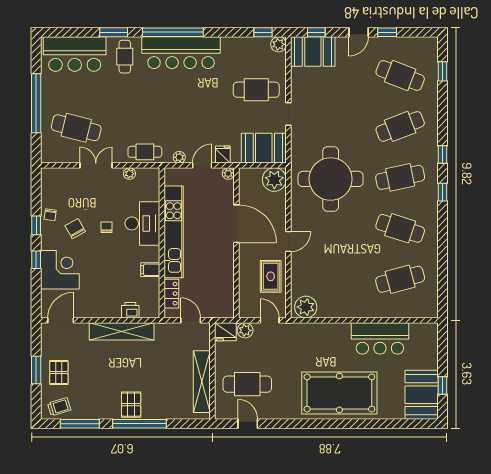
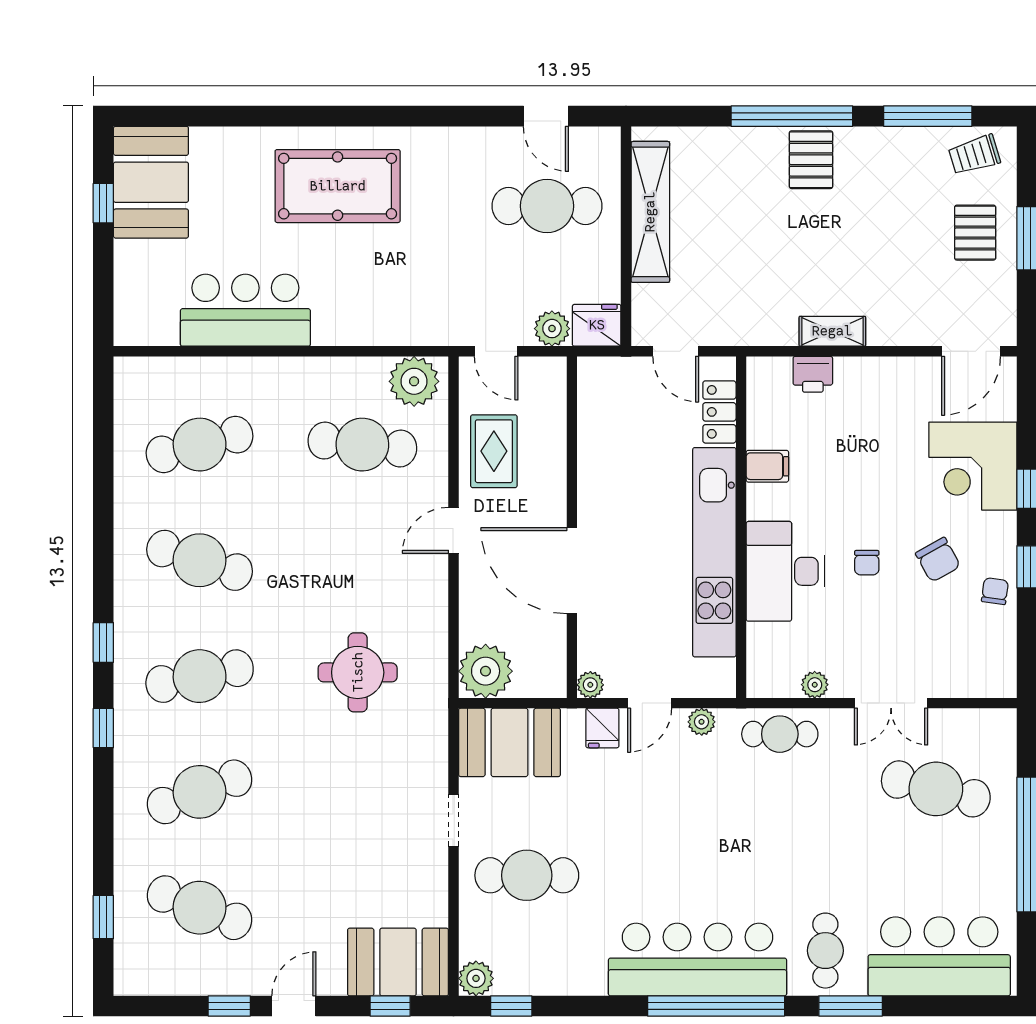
round table: (331, 179) -> (358, 672), width x0.54, depth x0.54
cafe table: (328, 279) -> (362, 445), added
shelving: (122, 331) -> (832, 331), width x0.45, depth x0.75
pool table: (339, 393) -> (338, 186), width x0.73, depth x0.76

